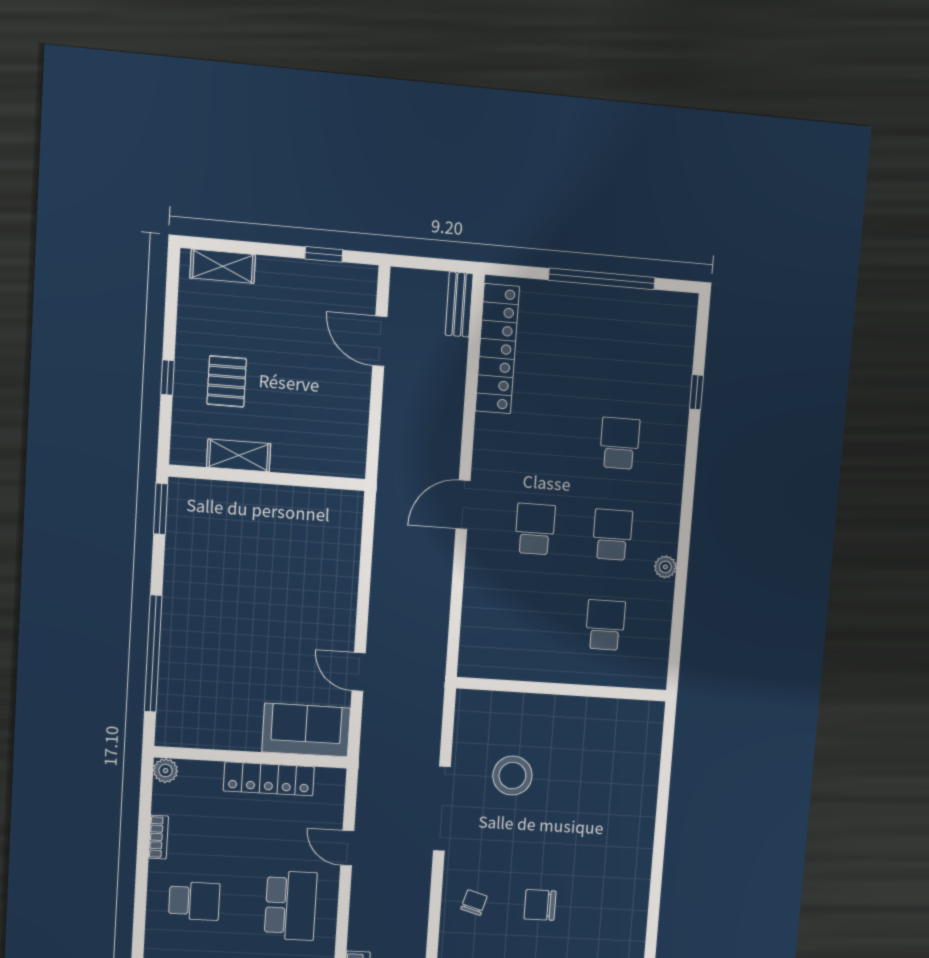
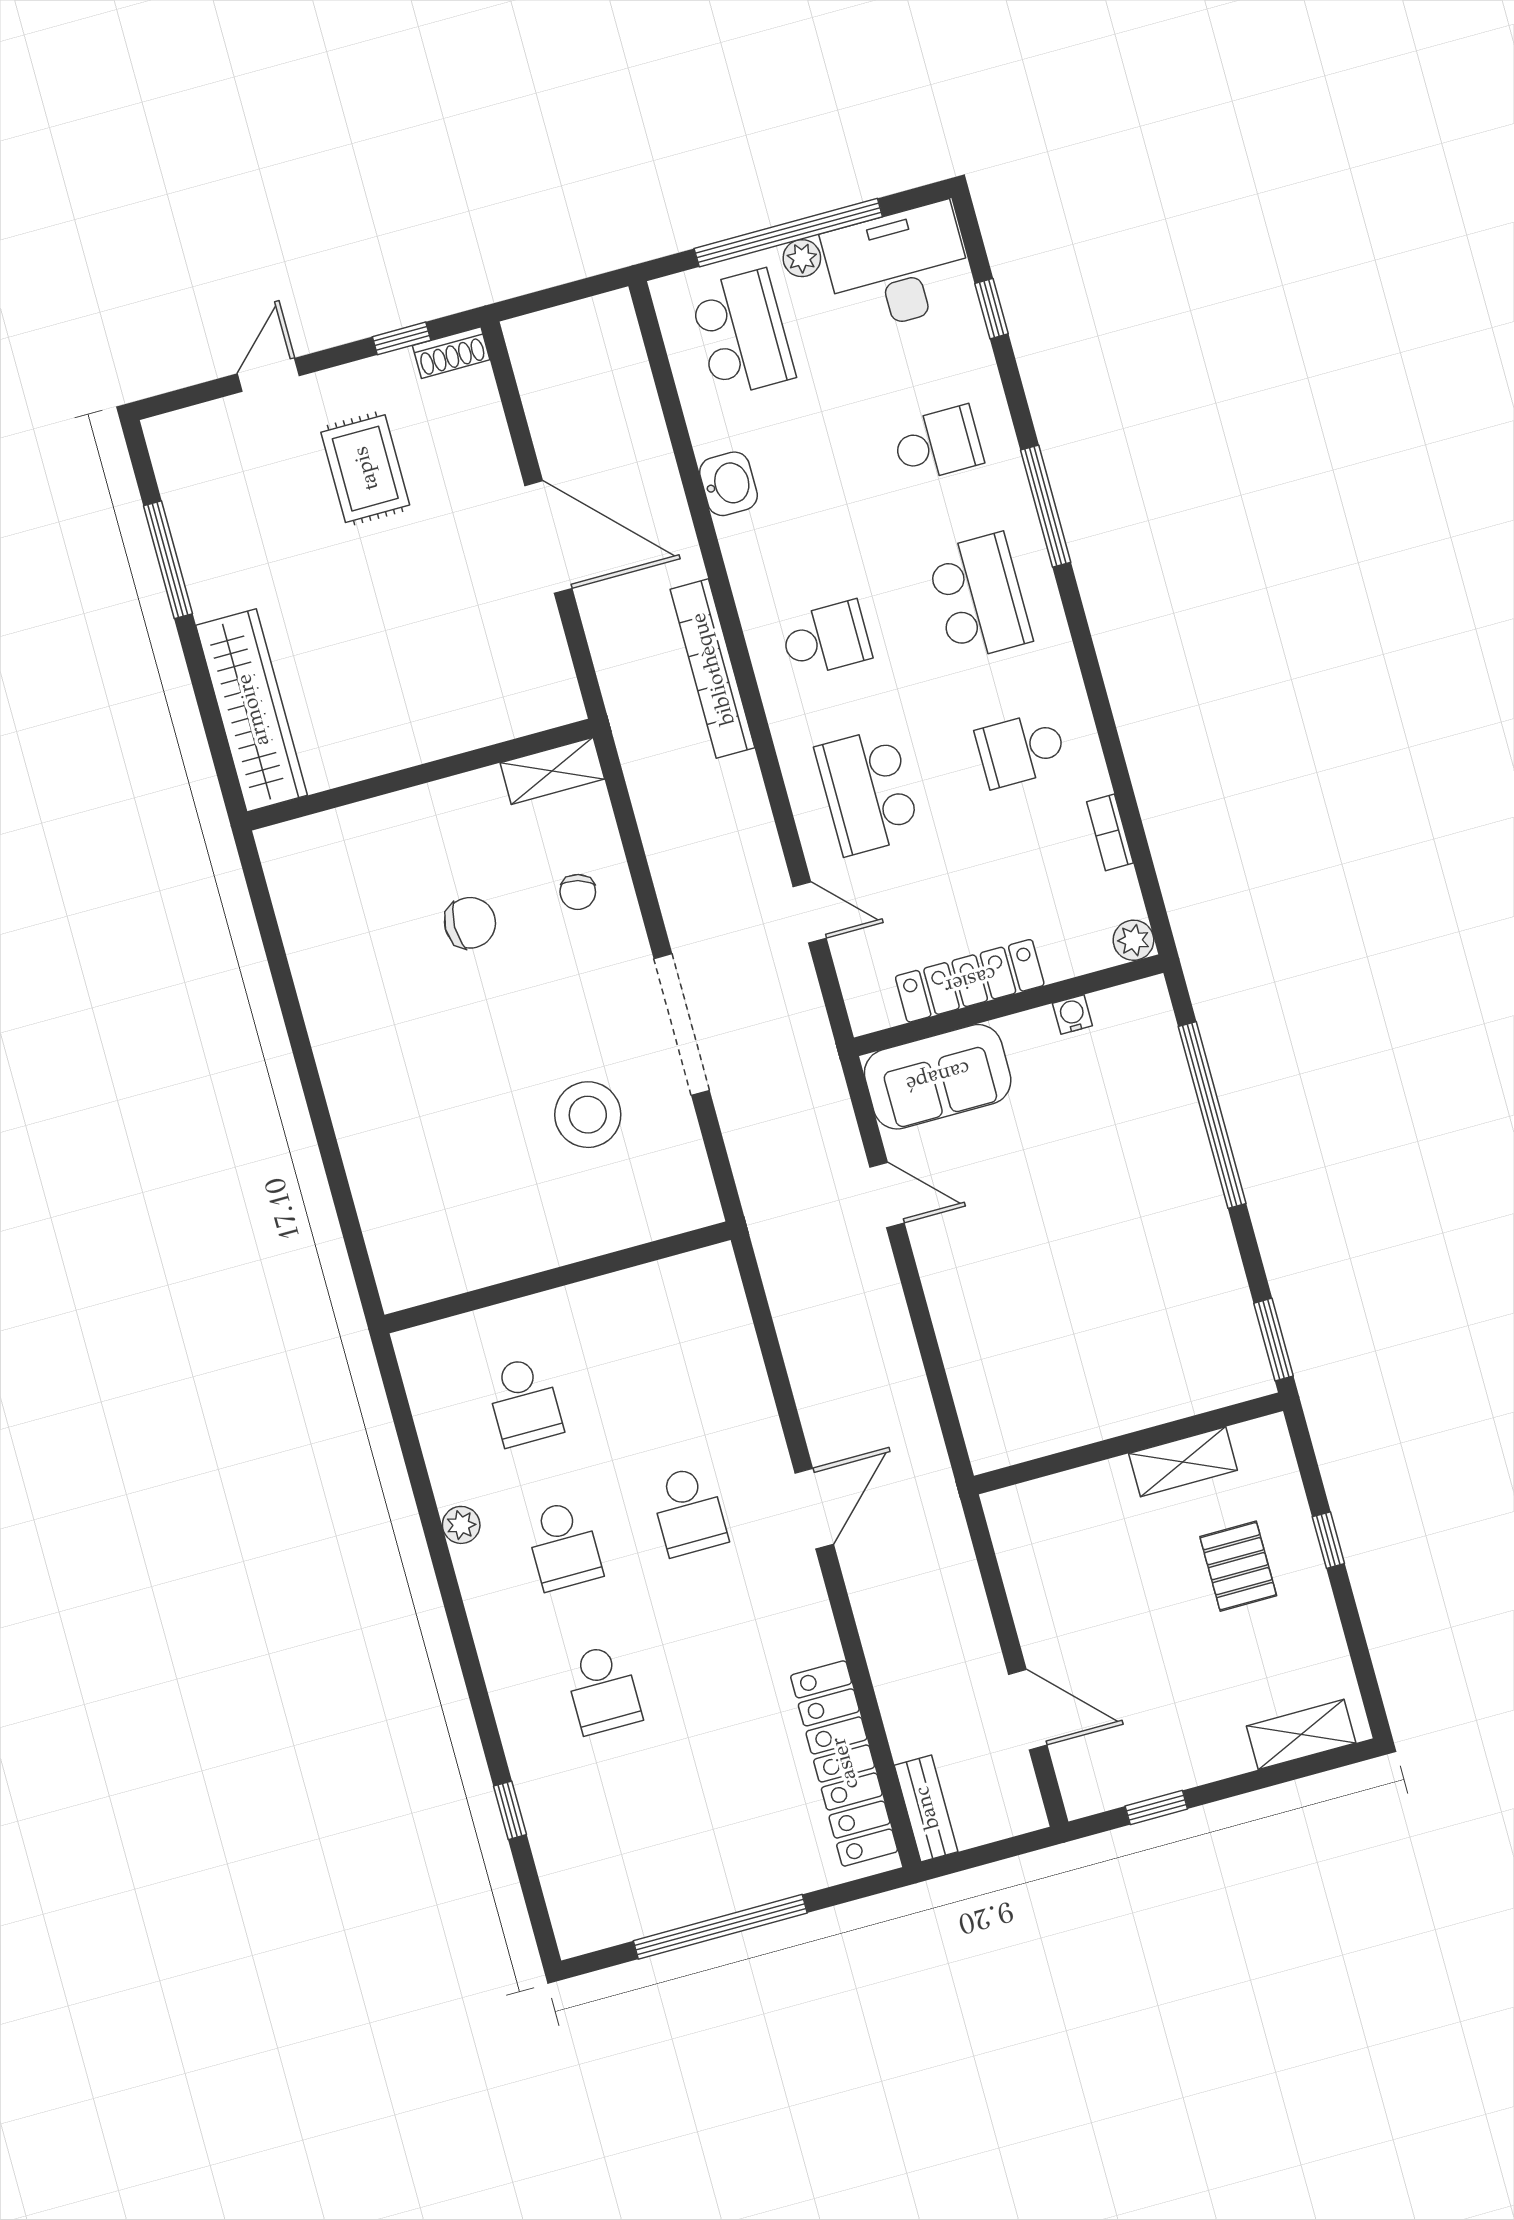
water cooler: (216, 740) -> (1072, 1014), added

